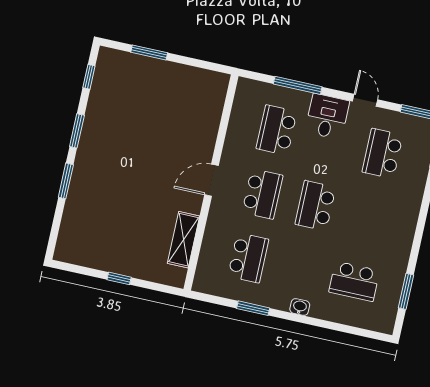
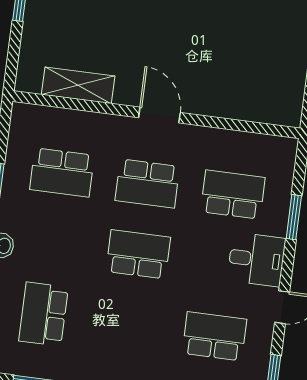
window: (298, 85) -> (294, 217), width x0.69

